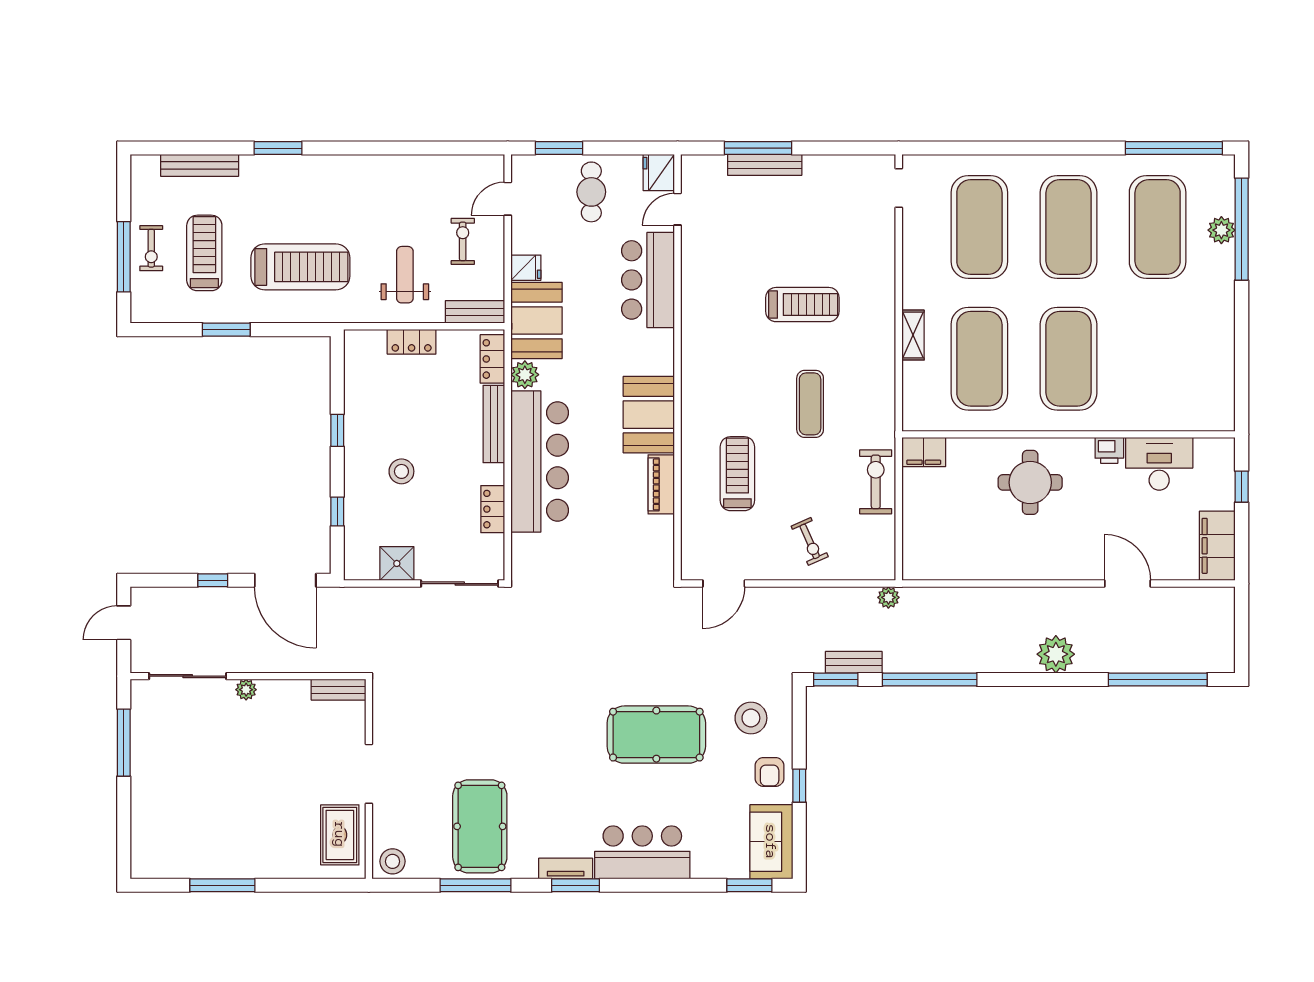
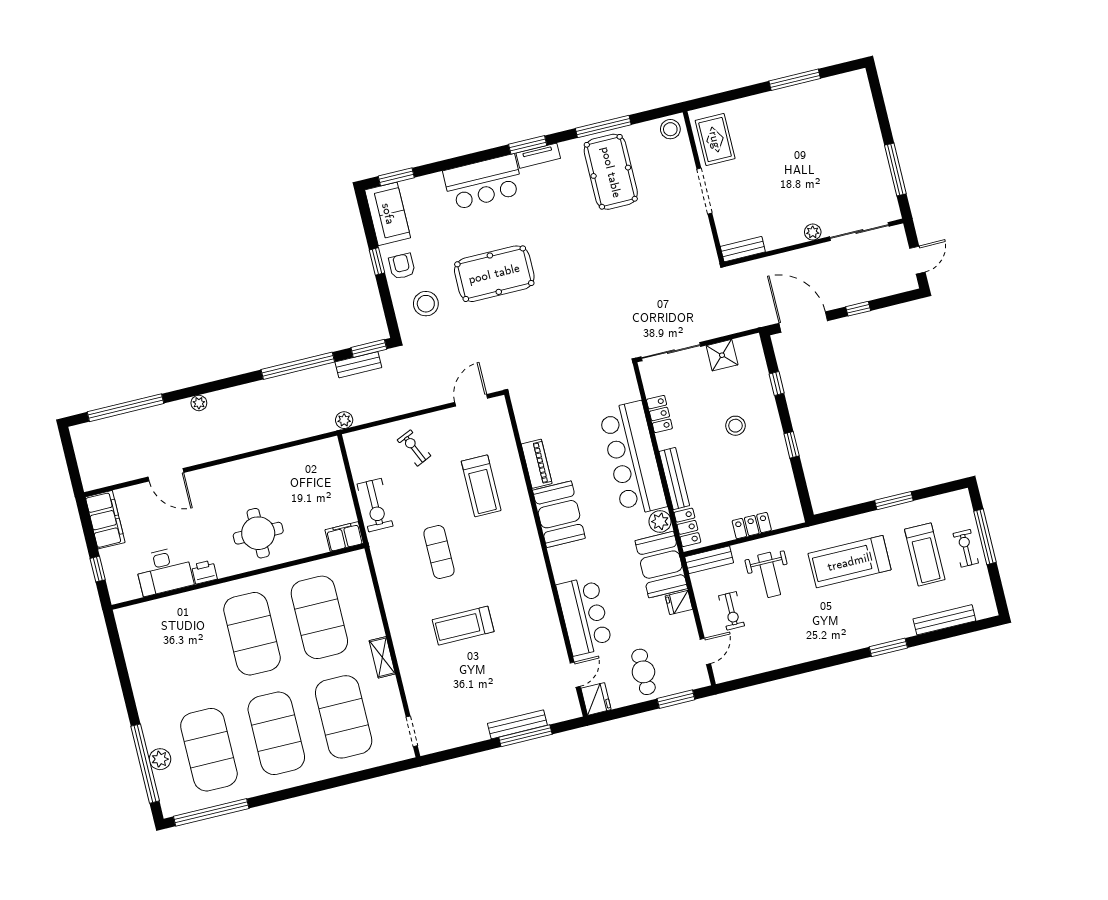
shelving: (913, 335) -> (382, 657), moved
plant: (1056, 654) -> (199, 403), width x0.53, depth x0.53

